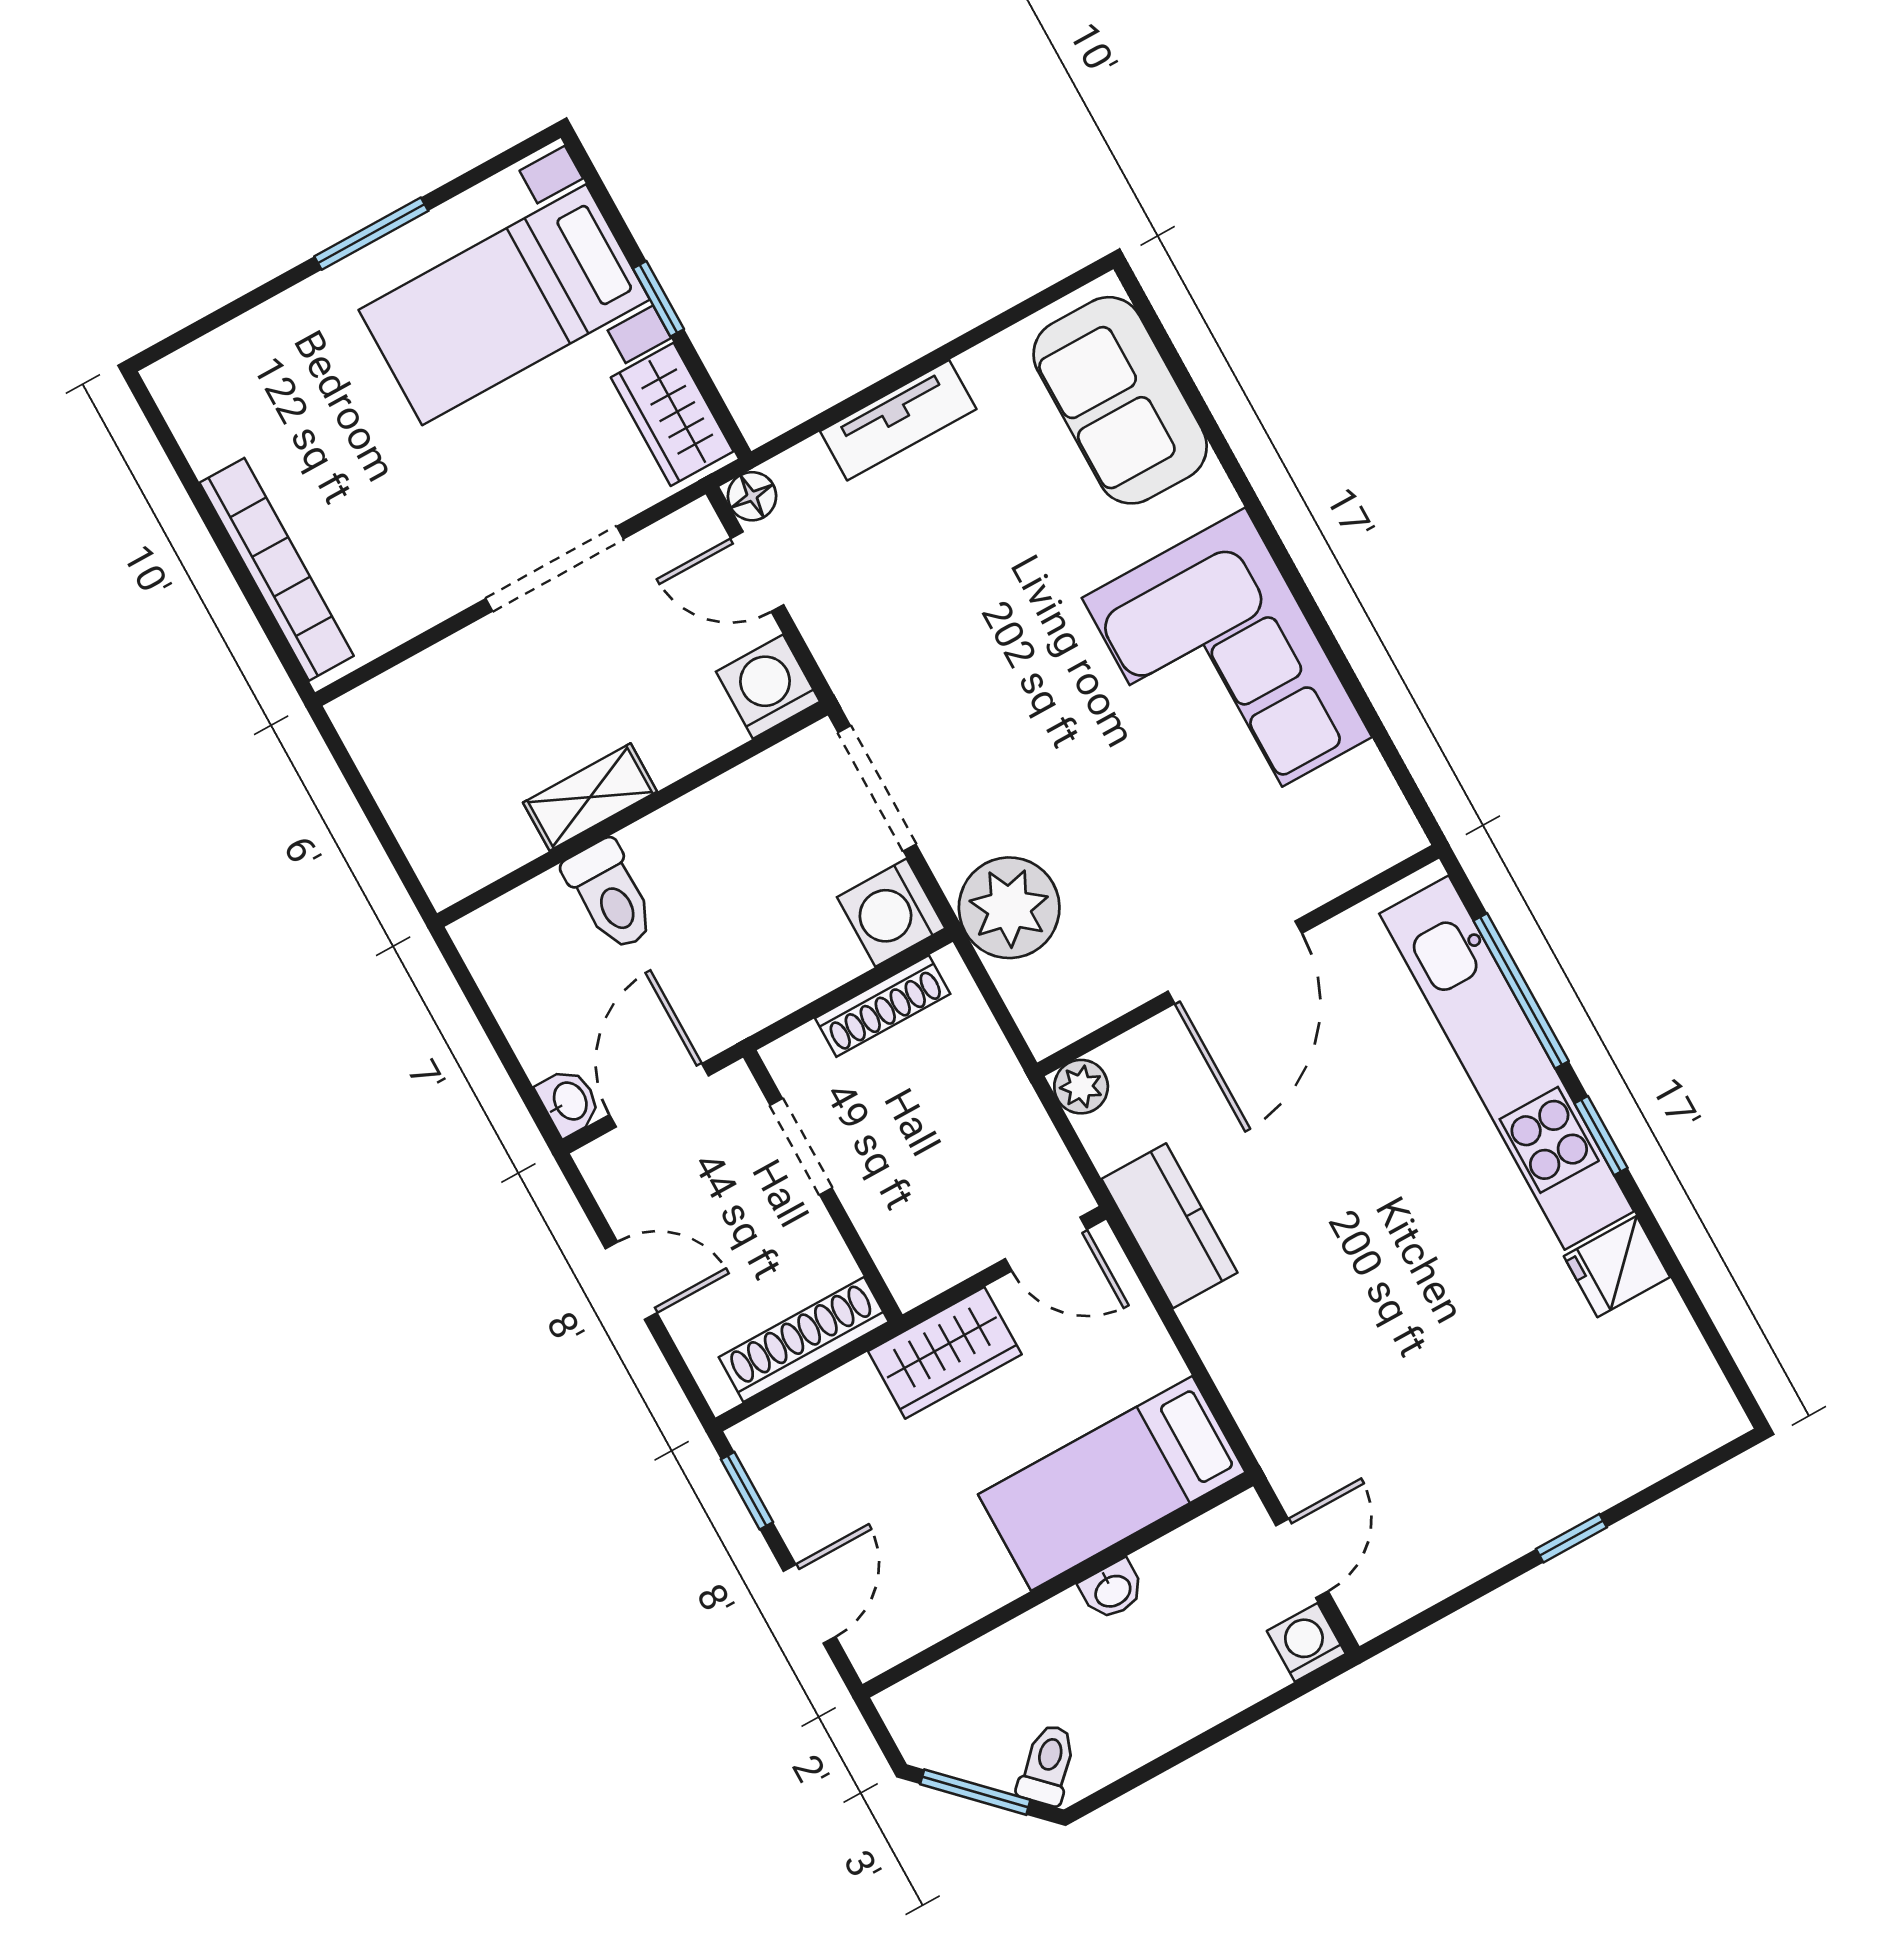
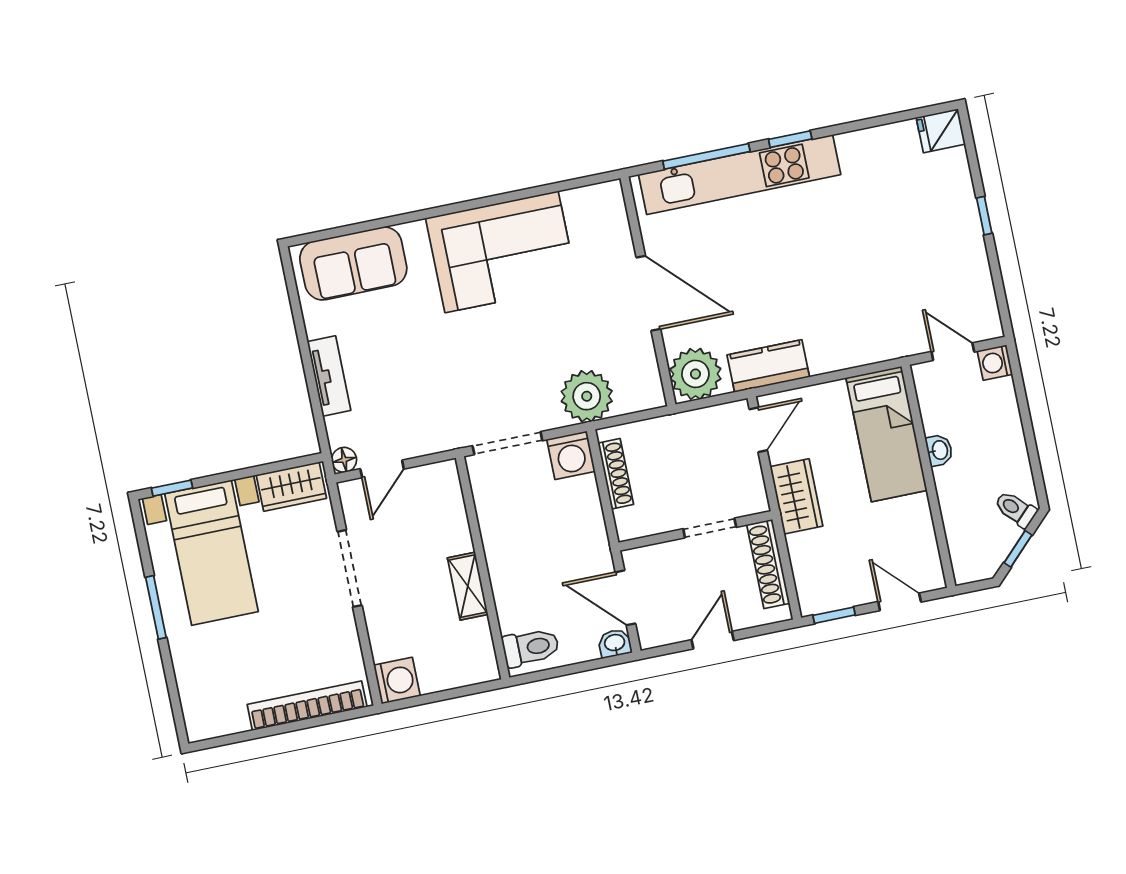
window: (658, 299) -> (172, 488), moved
washing machine: (768, 687) -> (397, 681), moved, turned 180
toilet: (610, 895) -> (531, 647), moved
plant: (1081, 1087) -> (695, 374), width x1.87, depth x1.87
doorway: (801, 1147) -> (710, 528), moved
fridge: (1617, 1267) -> (941, 131), moved, turned 90
window: (975, 1792) -> (1018, 549), width x0.67

